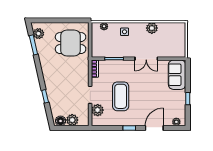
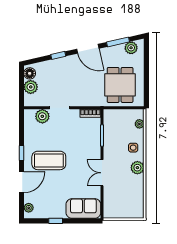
plant: (152, 28) -> (137, 168), moved
door: (39, 71) -> (88, 49), added
coffee table: (121, 96) -> (49, 160), moved
door: (154, 128) -> (21, 182), hinge flipped

